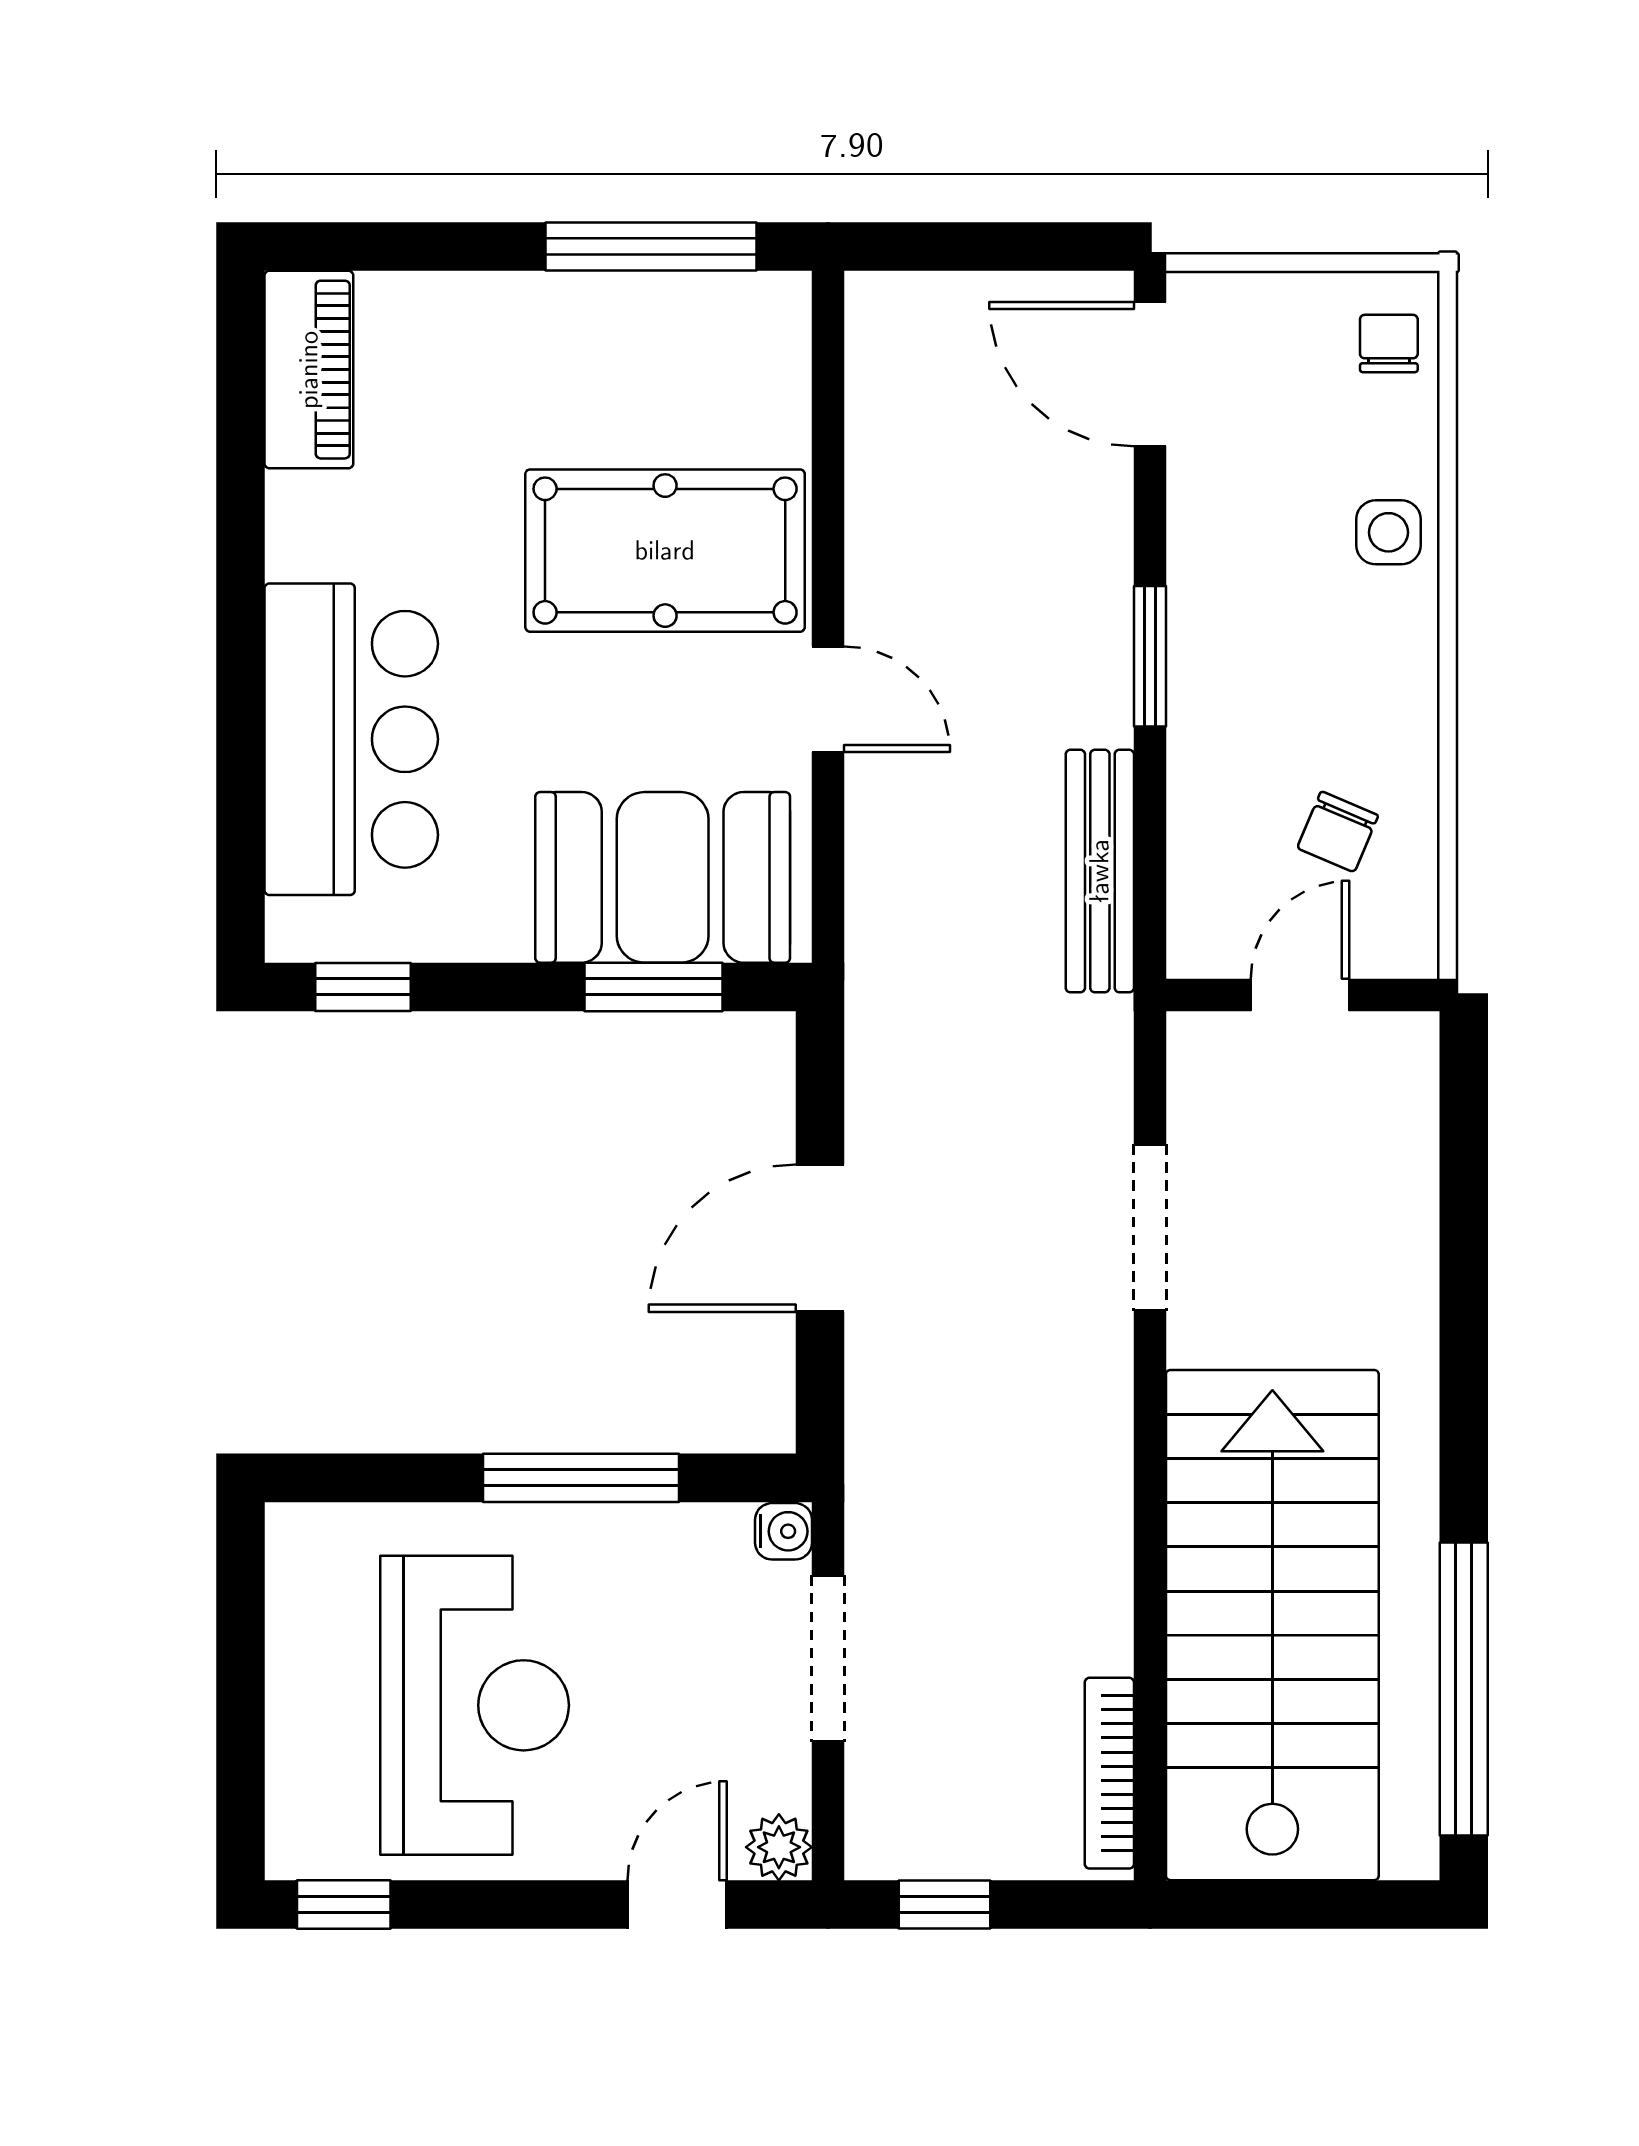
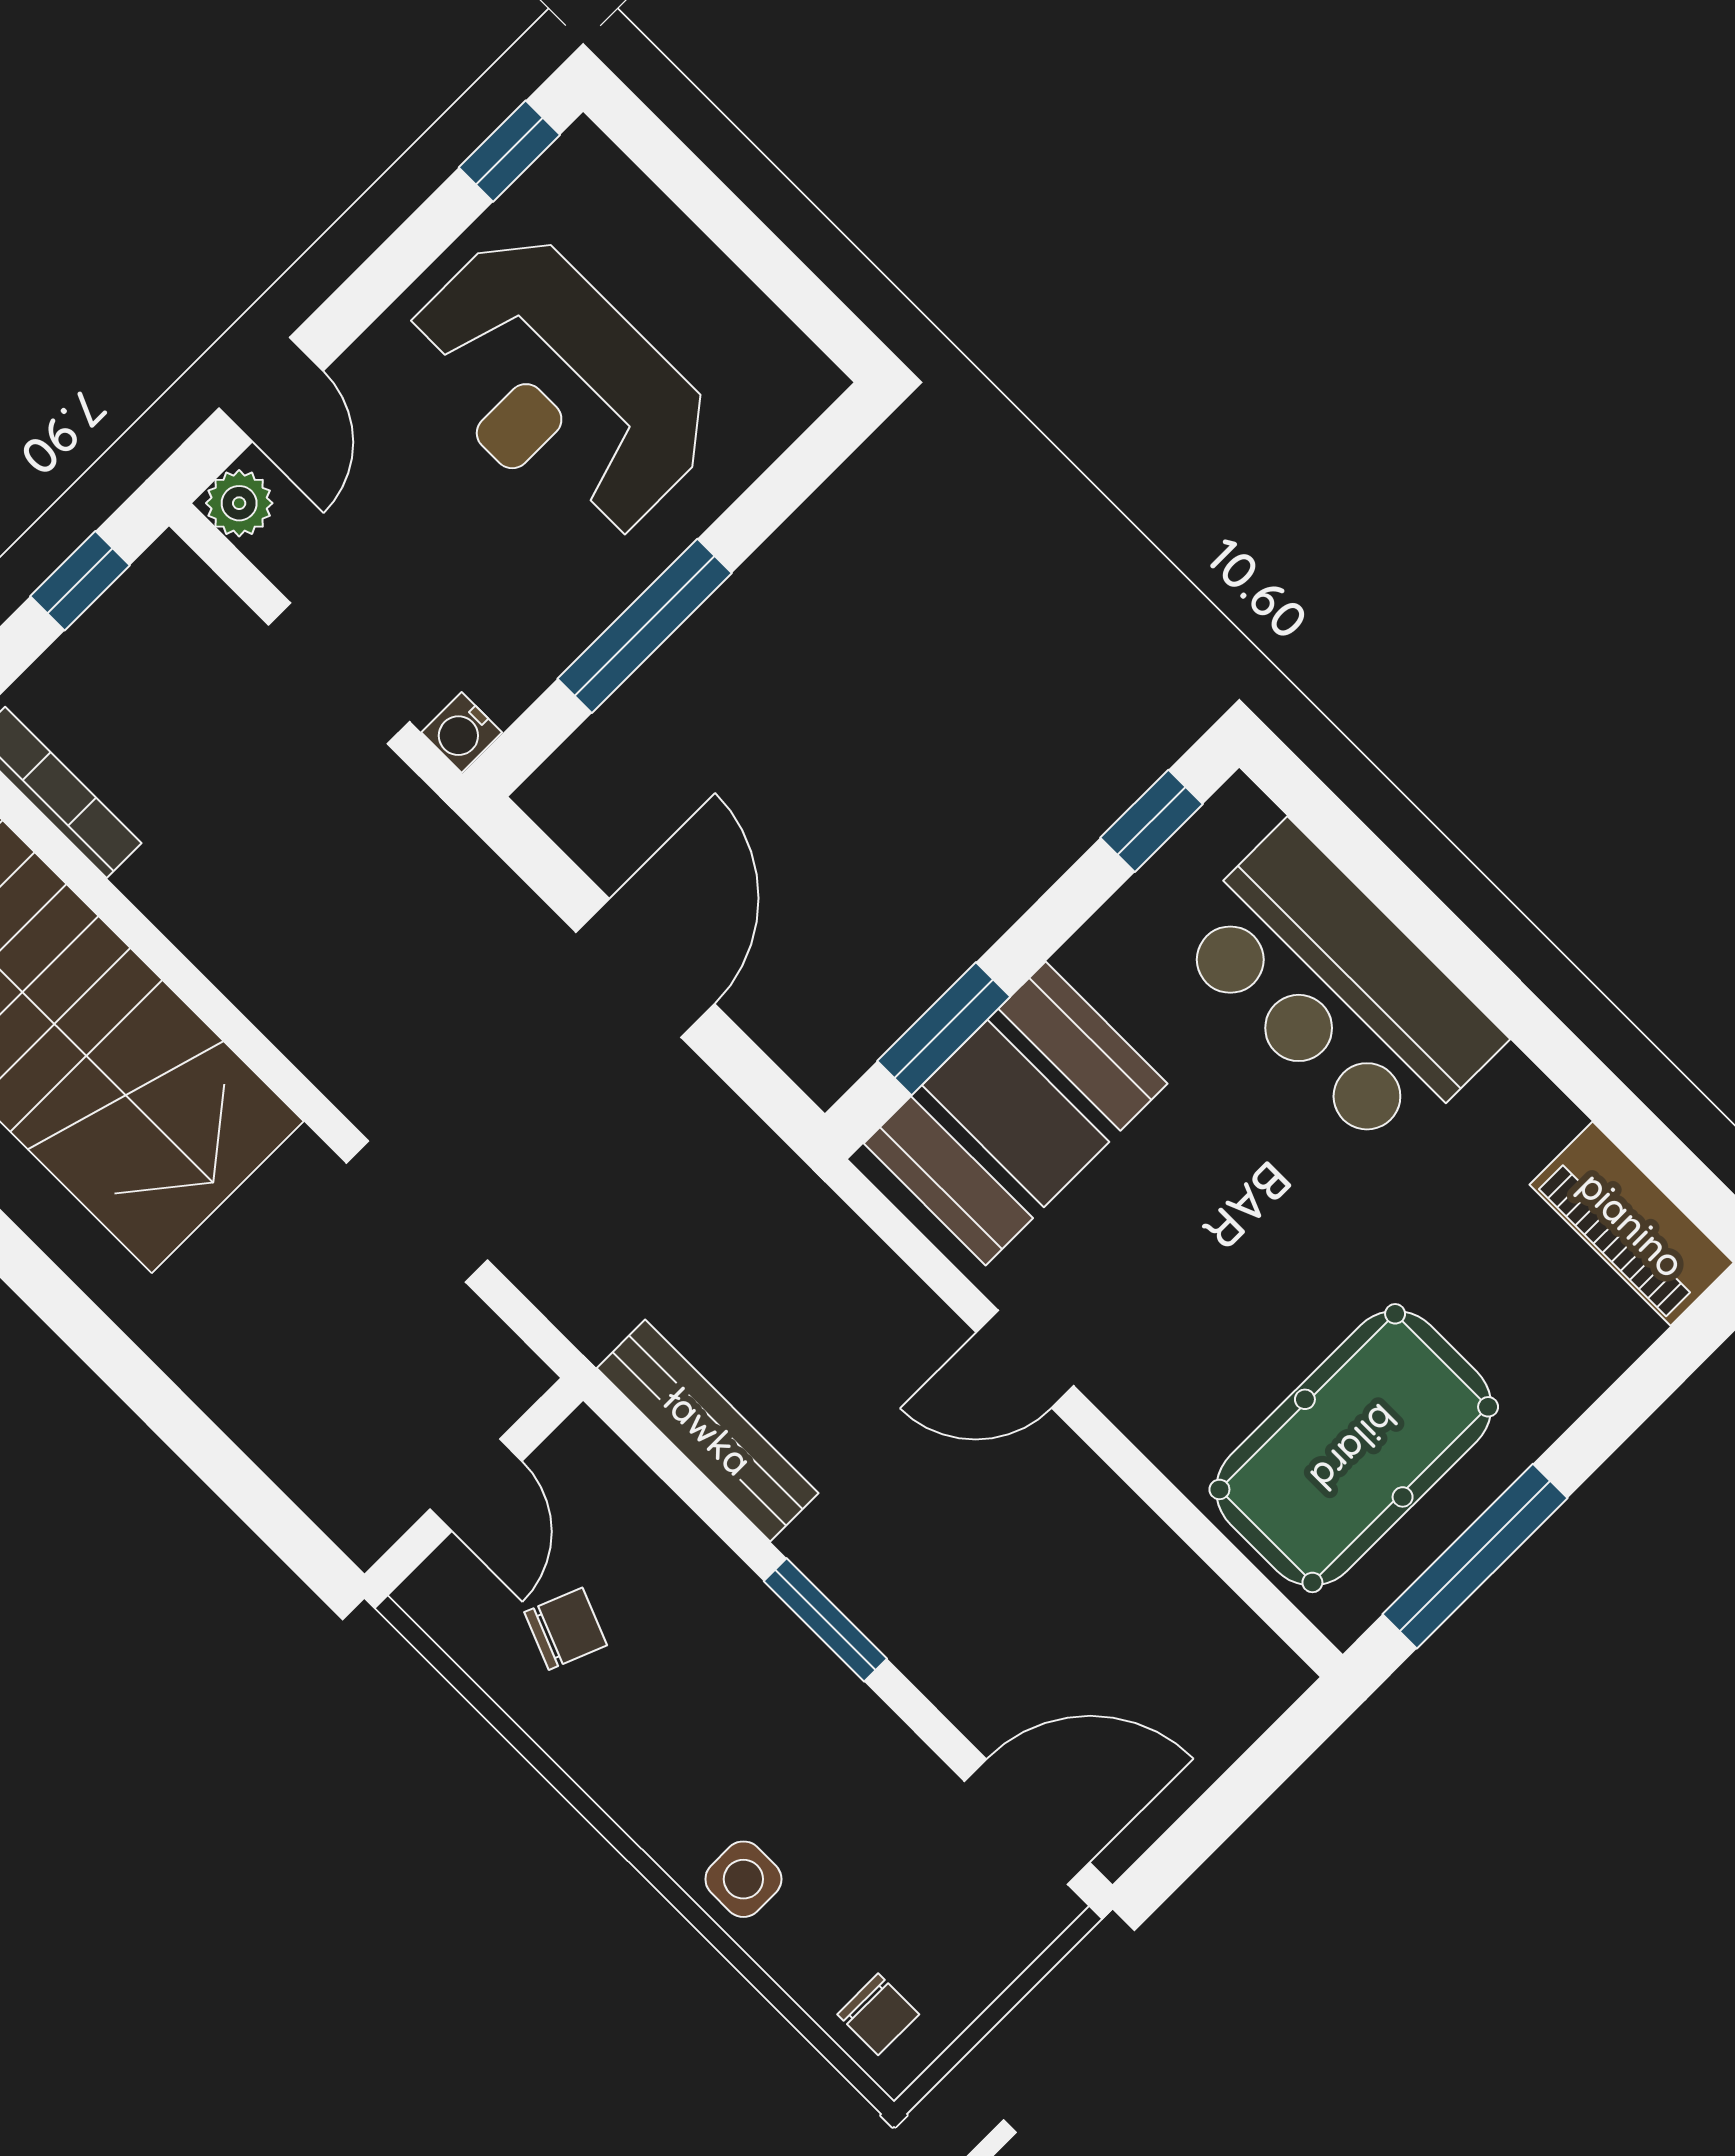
pool table: (665, 551) -> (1354, 1448), moved
chair: (1338, 832) -> (566, 1629), turned 89

